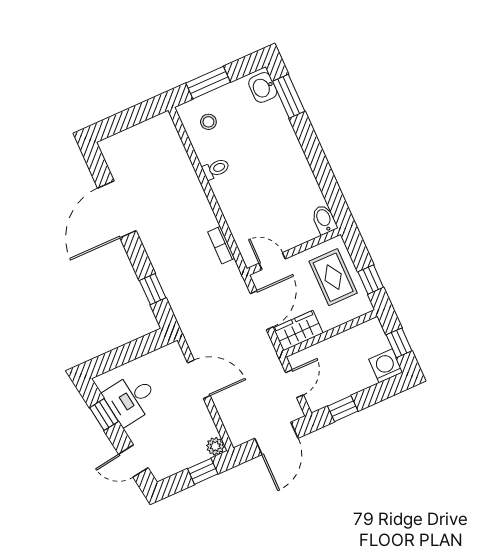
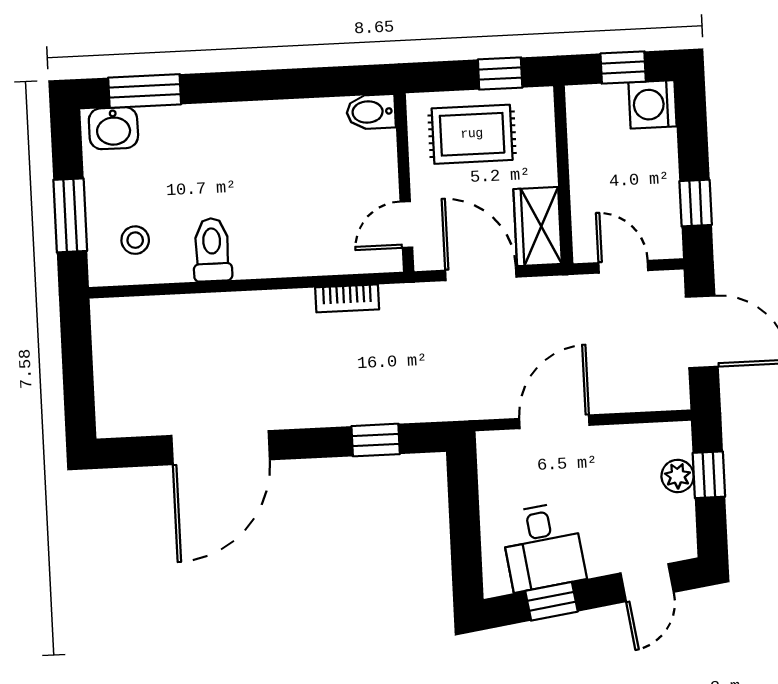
toilet: (216, 169) -> (212, 250), width x1.37, depth x1.39
door: (117, 209) -> (221, 448), hinge flipped
plant: (215, 446) -> (678, 476), moved

